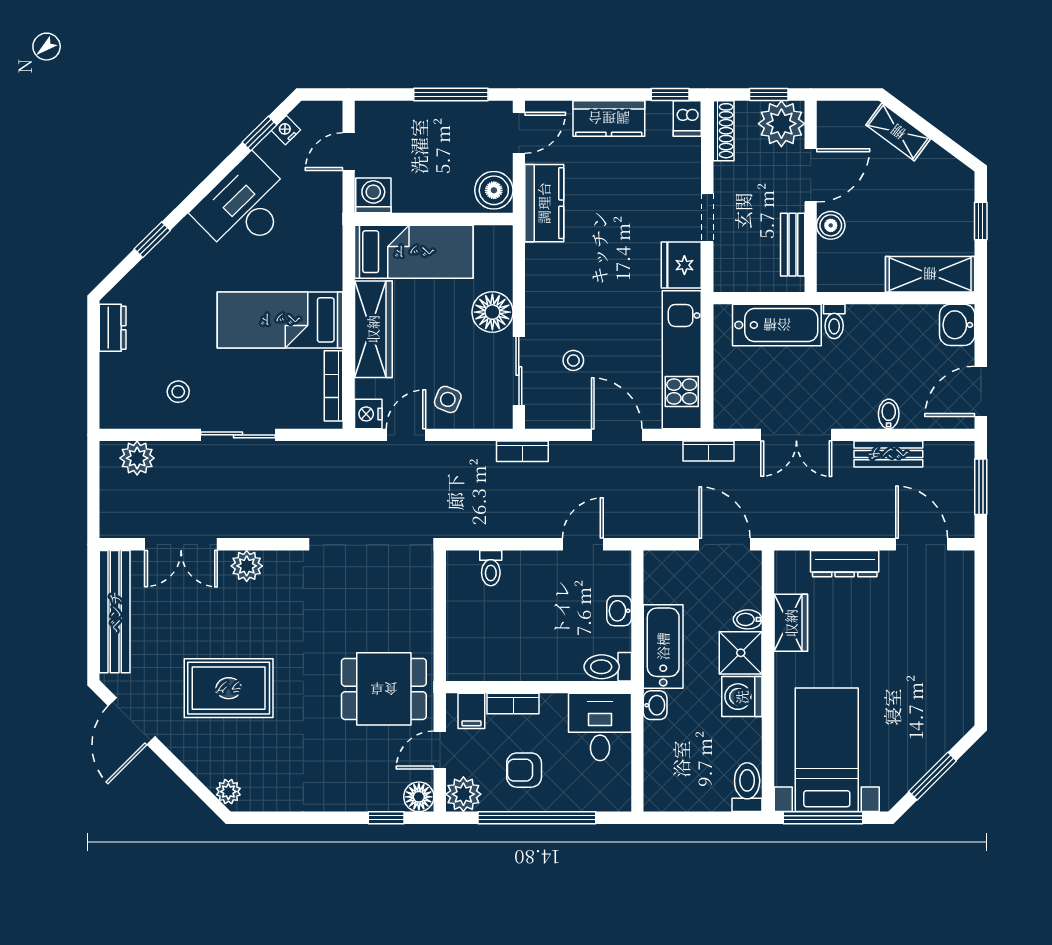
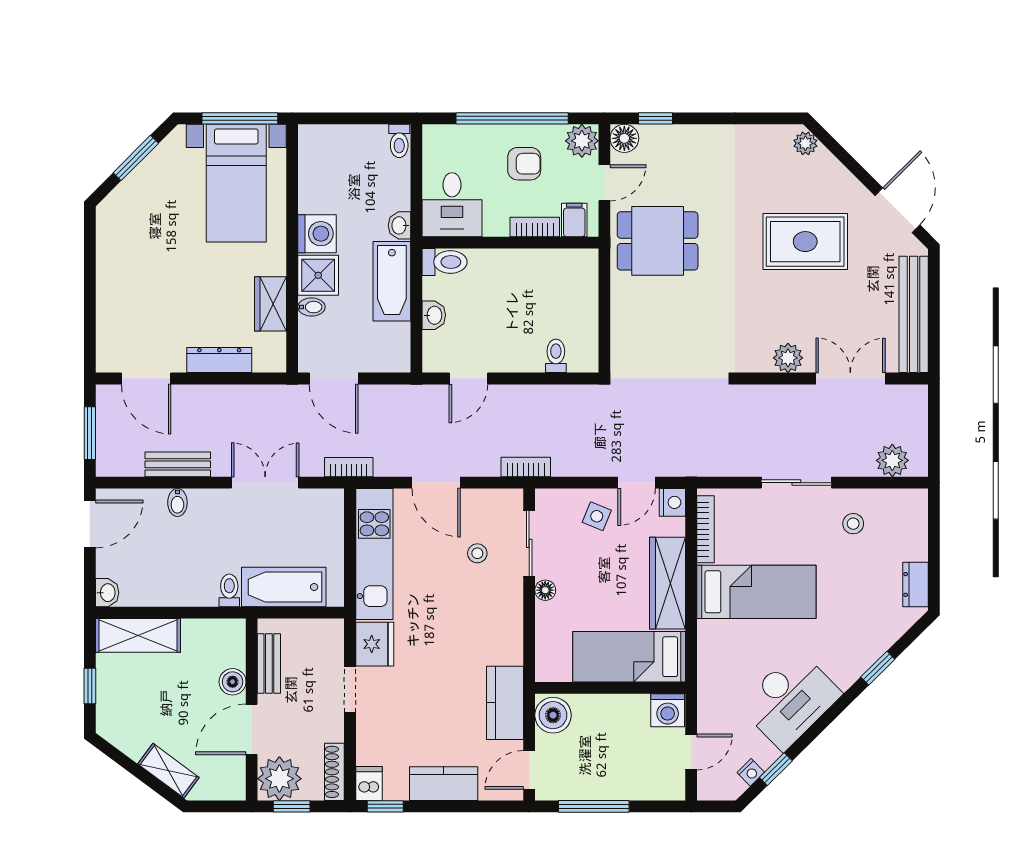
floor lamp: (492, 312) -> (545, 590), width x0.53, depth x0.53
washbasin: (957, 325) -> (107, 593), width x0.72, depth x0.69
toilet: (747, 787) -> (399, 141), moved, width x0.73, depth x0.72

